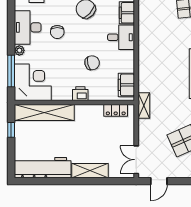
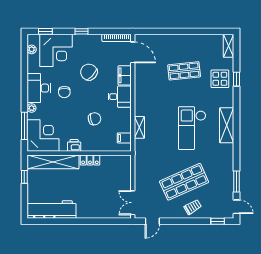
filing cabinet: (126, 85) -> (124, 138), width x0.50
printer: (80, 94) -> (74, 145), moved
shelving: (144, 106) -> (139, 127), moved
locker: (116, 110) -> (90, 160), moved
shelving: (90, 171) -> (93, 212), removed

